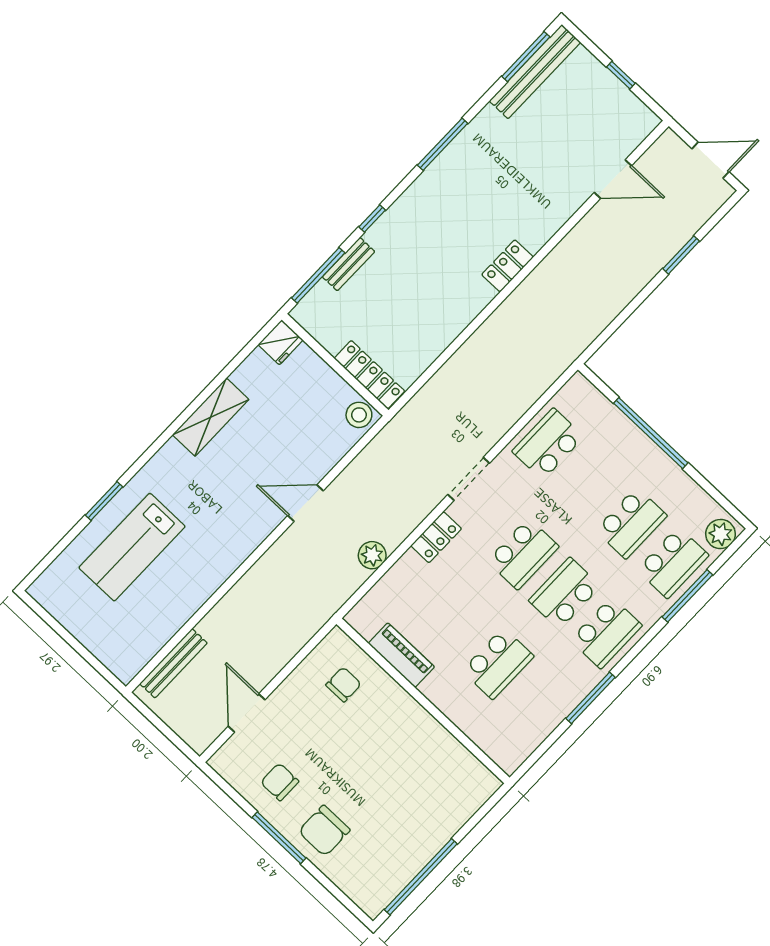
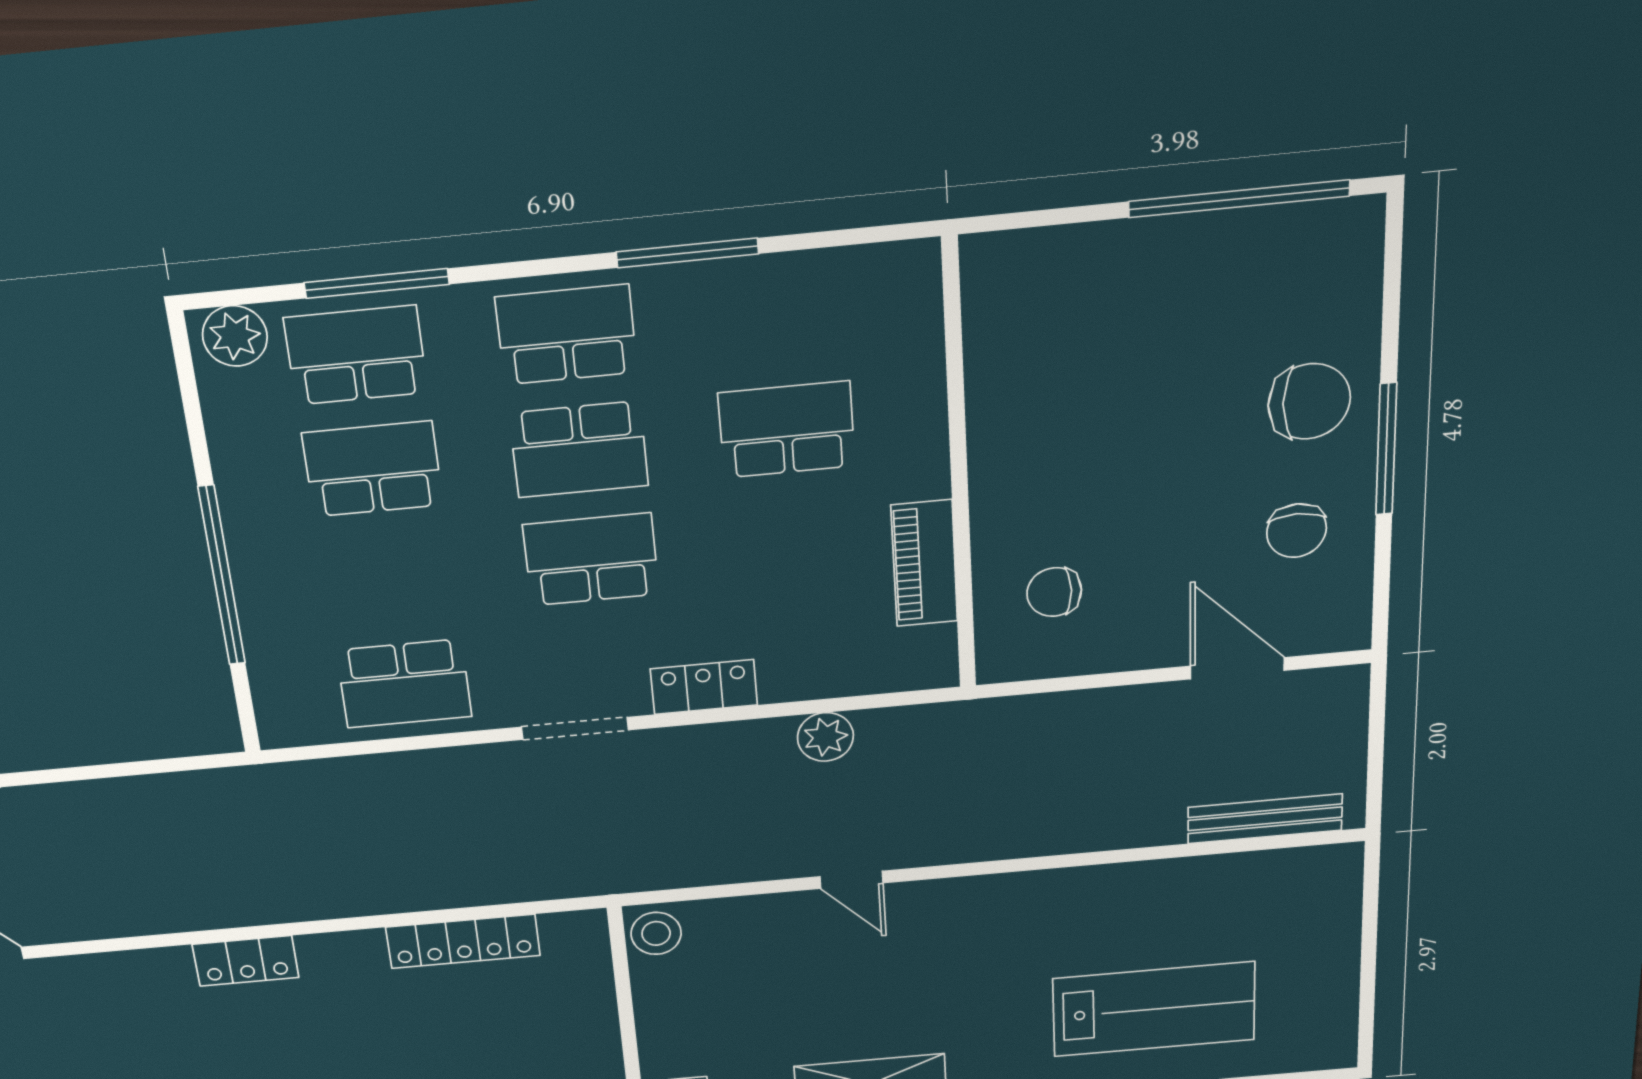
locker: (369, 375) -> (463, 941), moved, turned -90
door: (305, 503) -> (851, 880), width x0.73
door: (247, 713) -> (1237, 668), swing flipped

